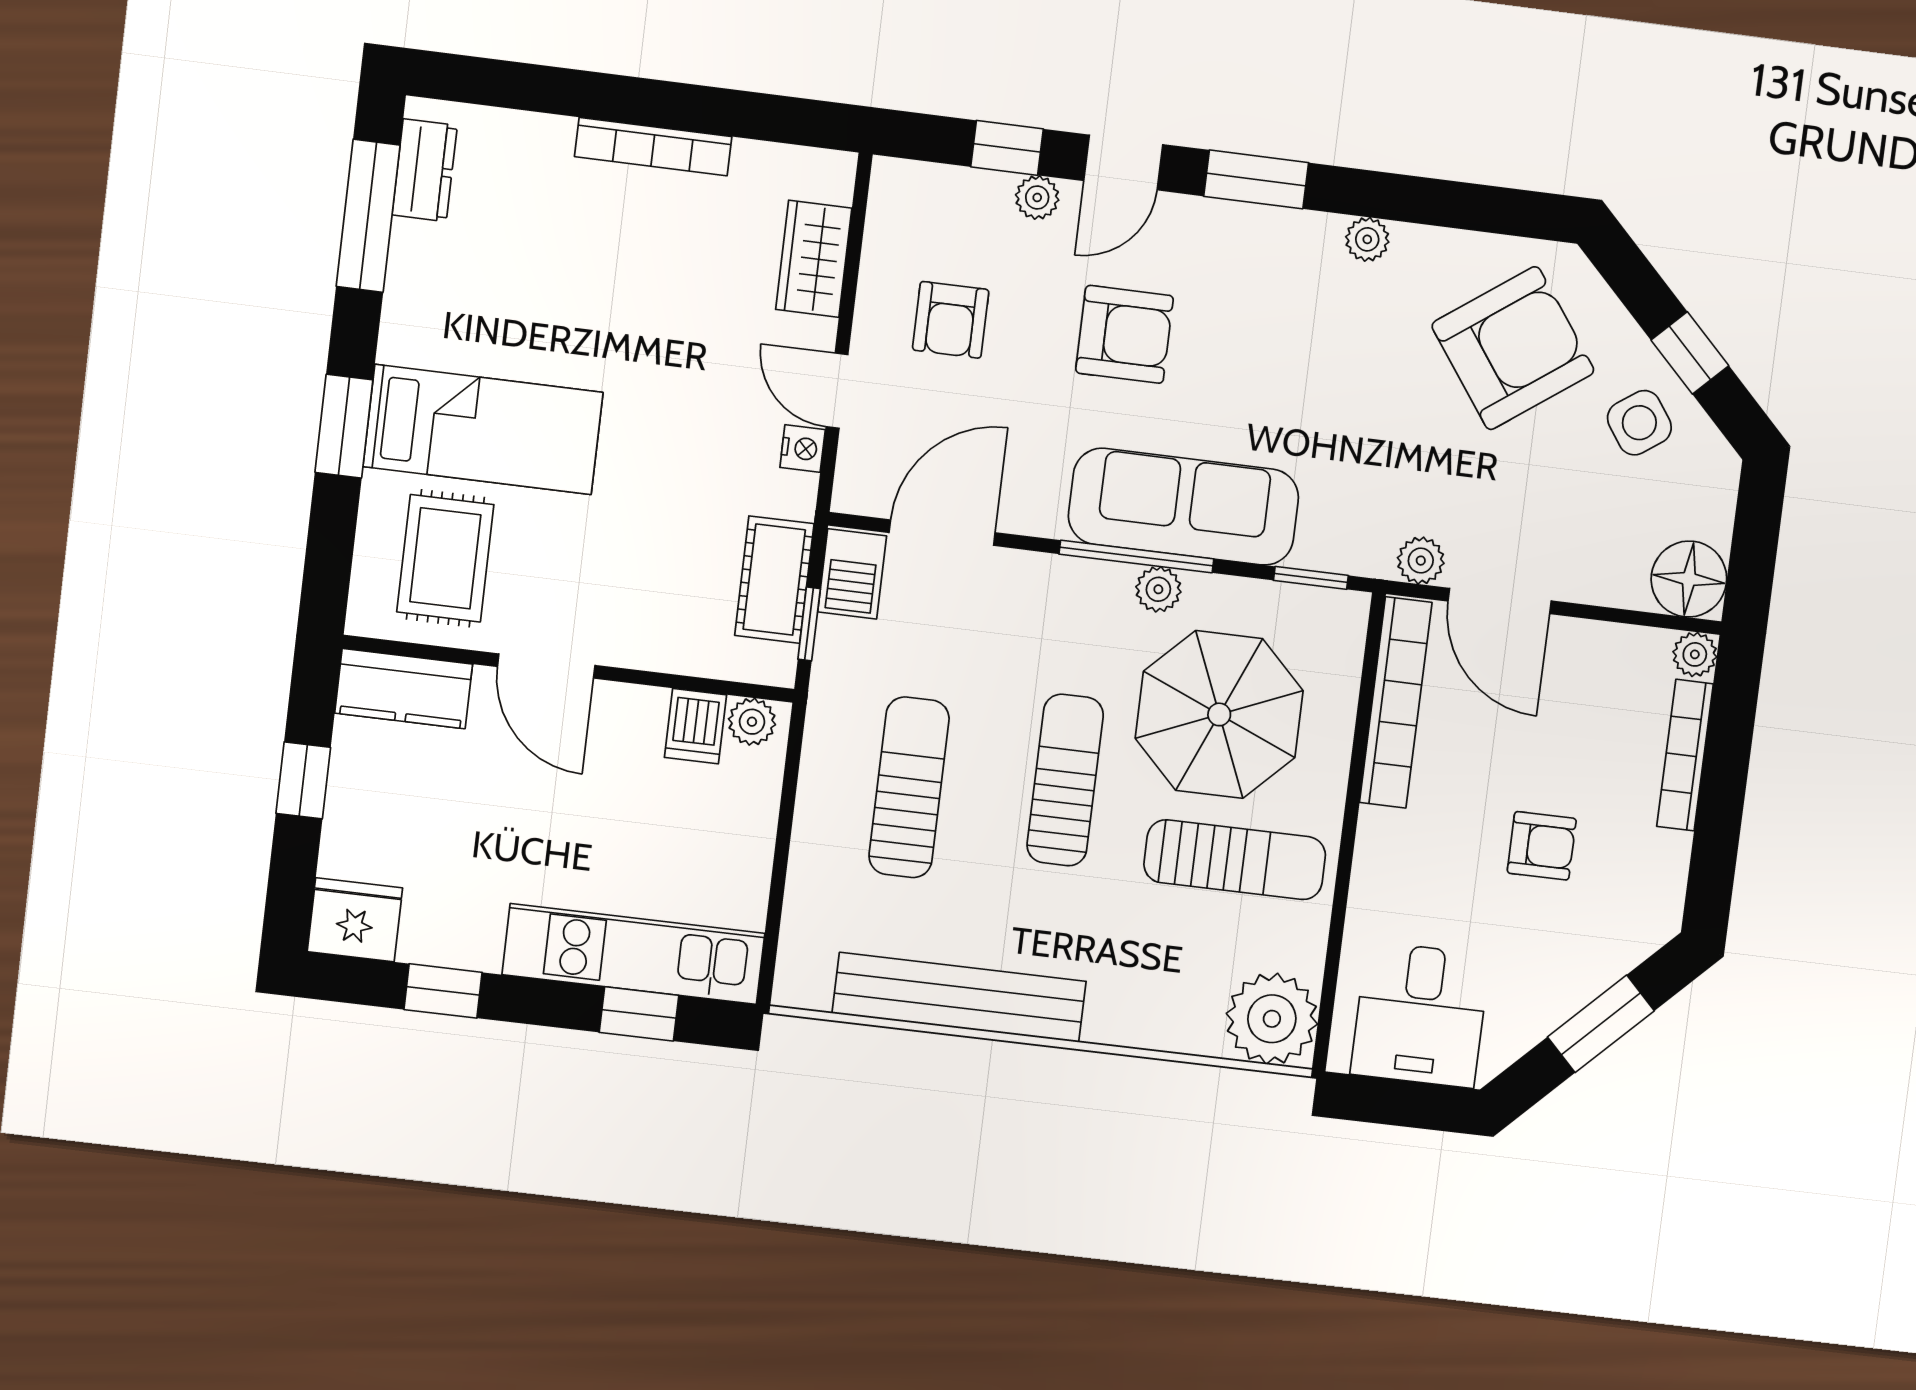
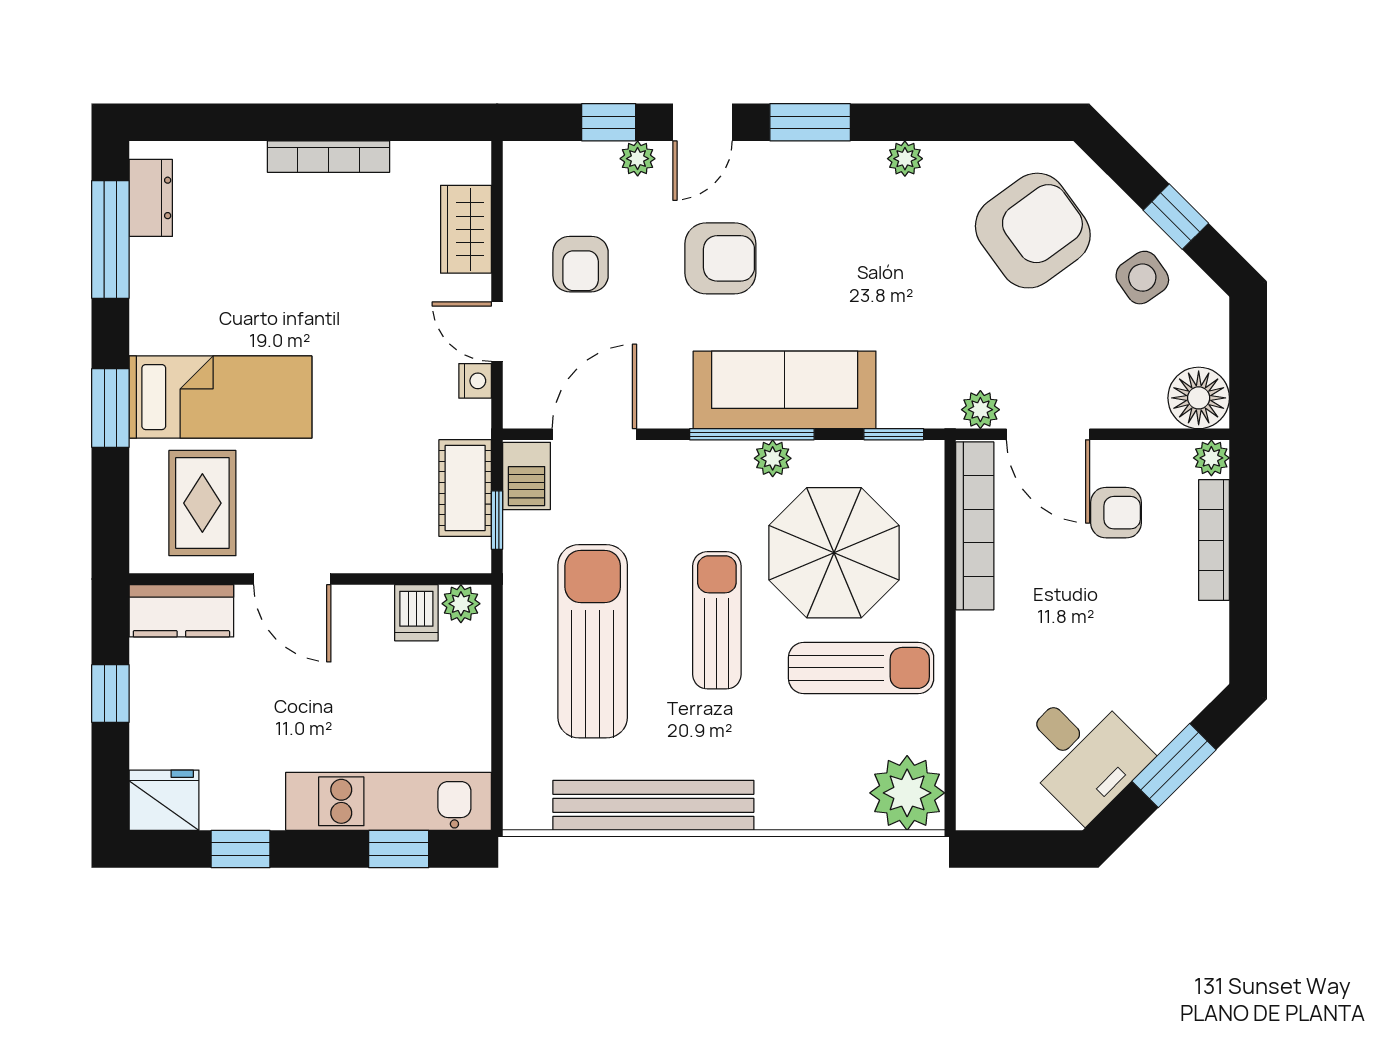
sun lounger: (909, 787) -> (593, 641), width x1.36, depth x1.34
armchair: (1542, 846) -> (1116, 513), moved
desk: (1420, 1015) -> (1082, 753), moved, turned -45

